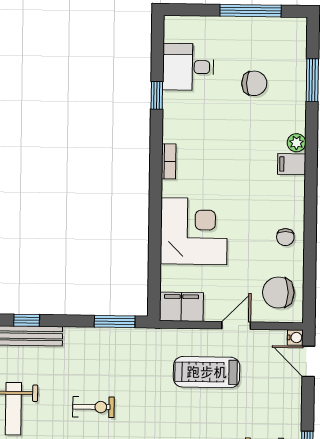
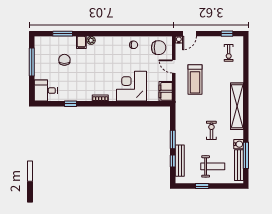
desk: (188, 67) -> (46, 91), moved, turned 90
filing cabinet: (292, 164) -> (81, 42), moved
chair: (278, 293) -> (159, 48), turned -90
window: (115, 321) -> (173, 139), moved

